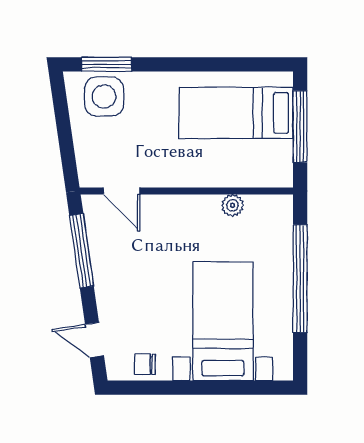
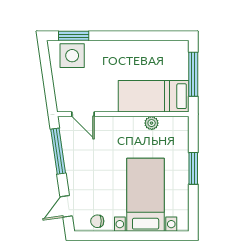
bed: (236, 113) -> (154, 96), moved
window: (300, 279) -> (193, 168), width x0.47
door: (94, 340) -> (66, 206), hinge flipped

